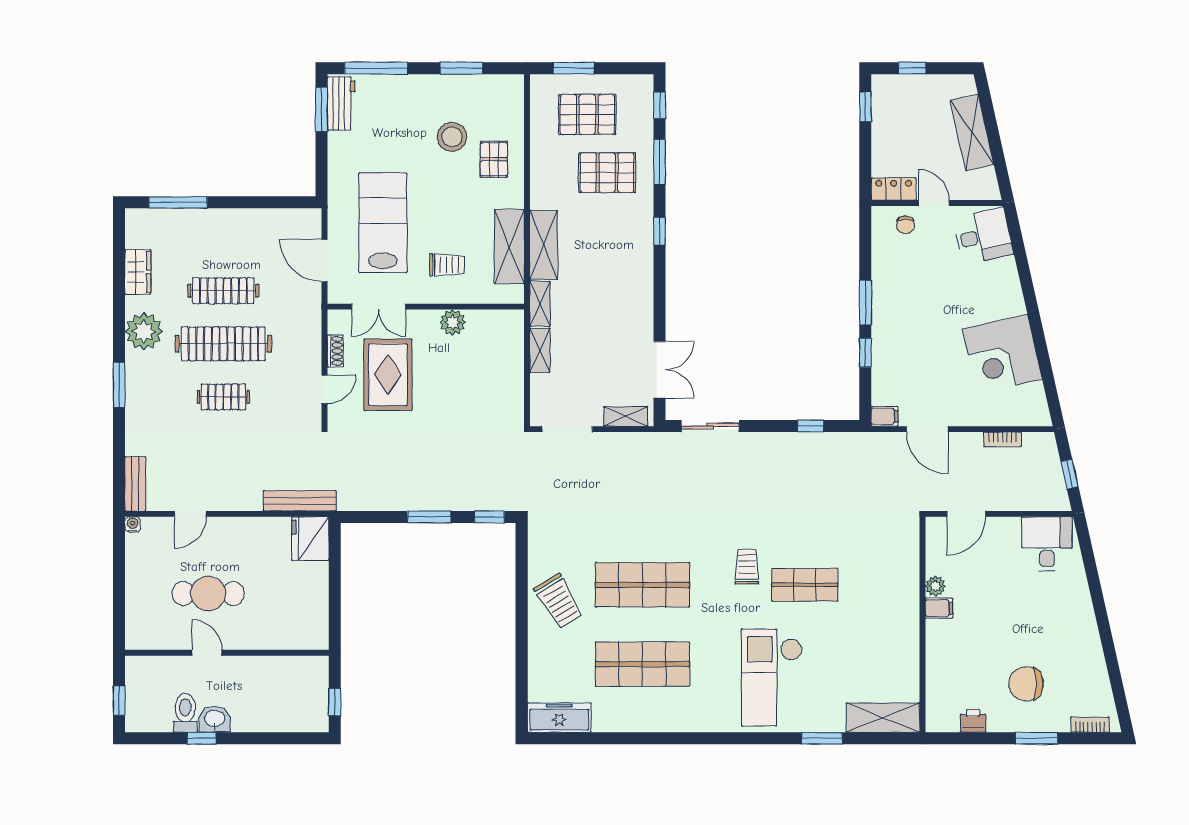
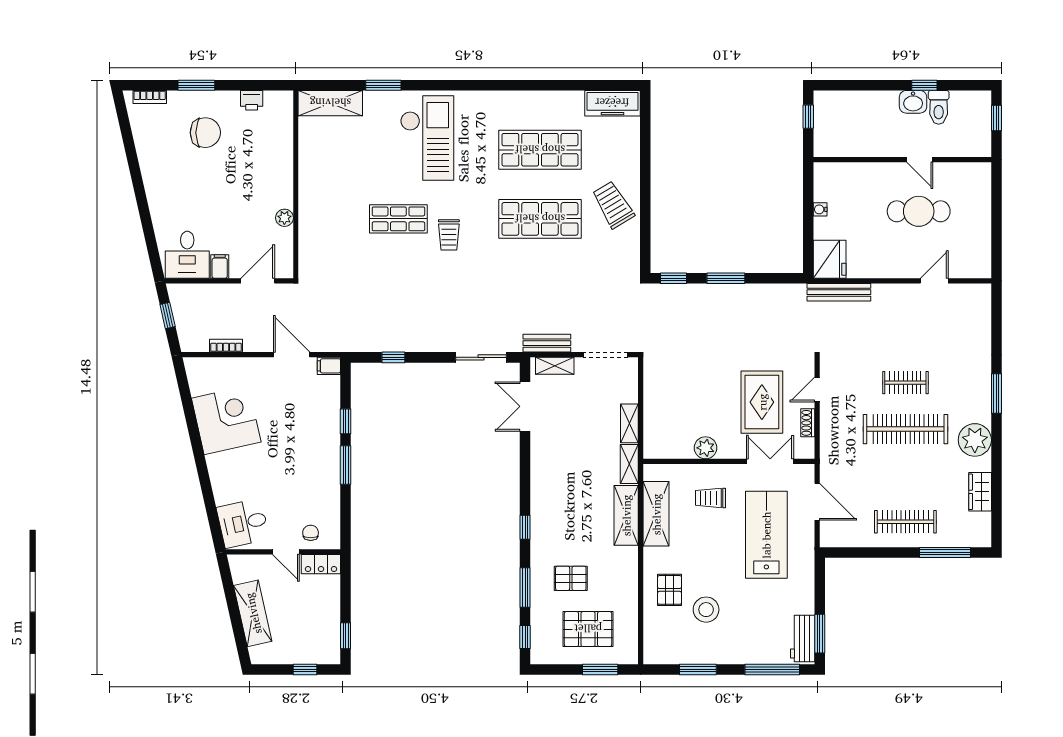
pallet: (607, 173) -> (571, 578), width x0.67, depth x0.71
lab bench: (383, 223) -> (766, 535), turned 180
clothes rail: (223, 291) -> (905, 522), moved
bench: (135, 484) -> (547, 343), moved, turned 90
water cooler: (133, 524) -> (820, 209), moved, turned 90
filing cabinet: (939, 608) -> (220, 266), moved, turned 90

